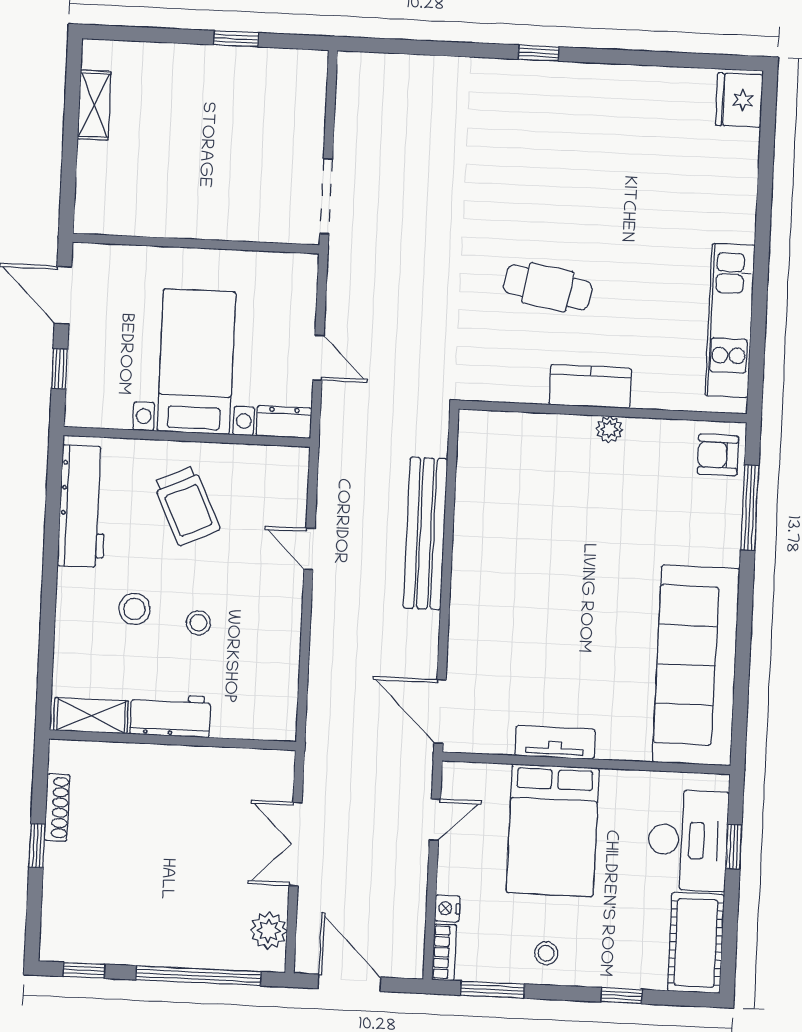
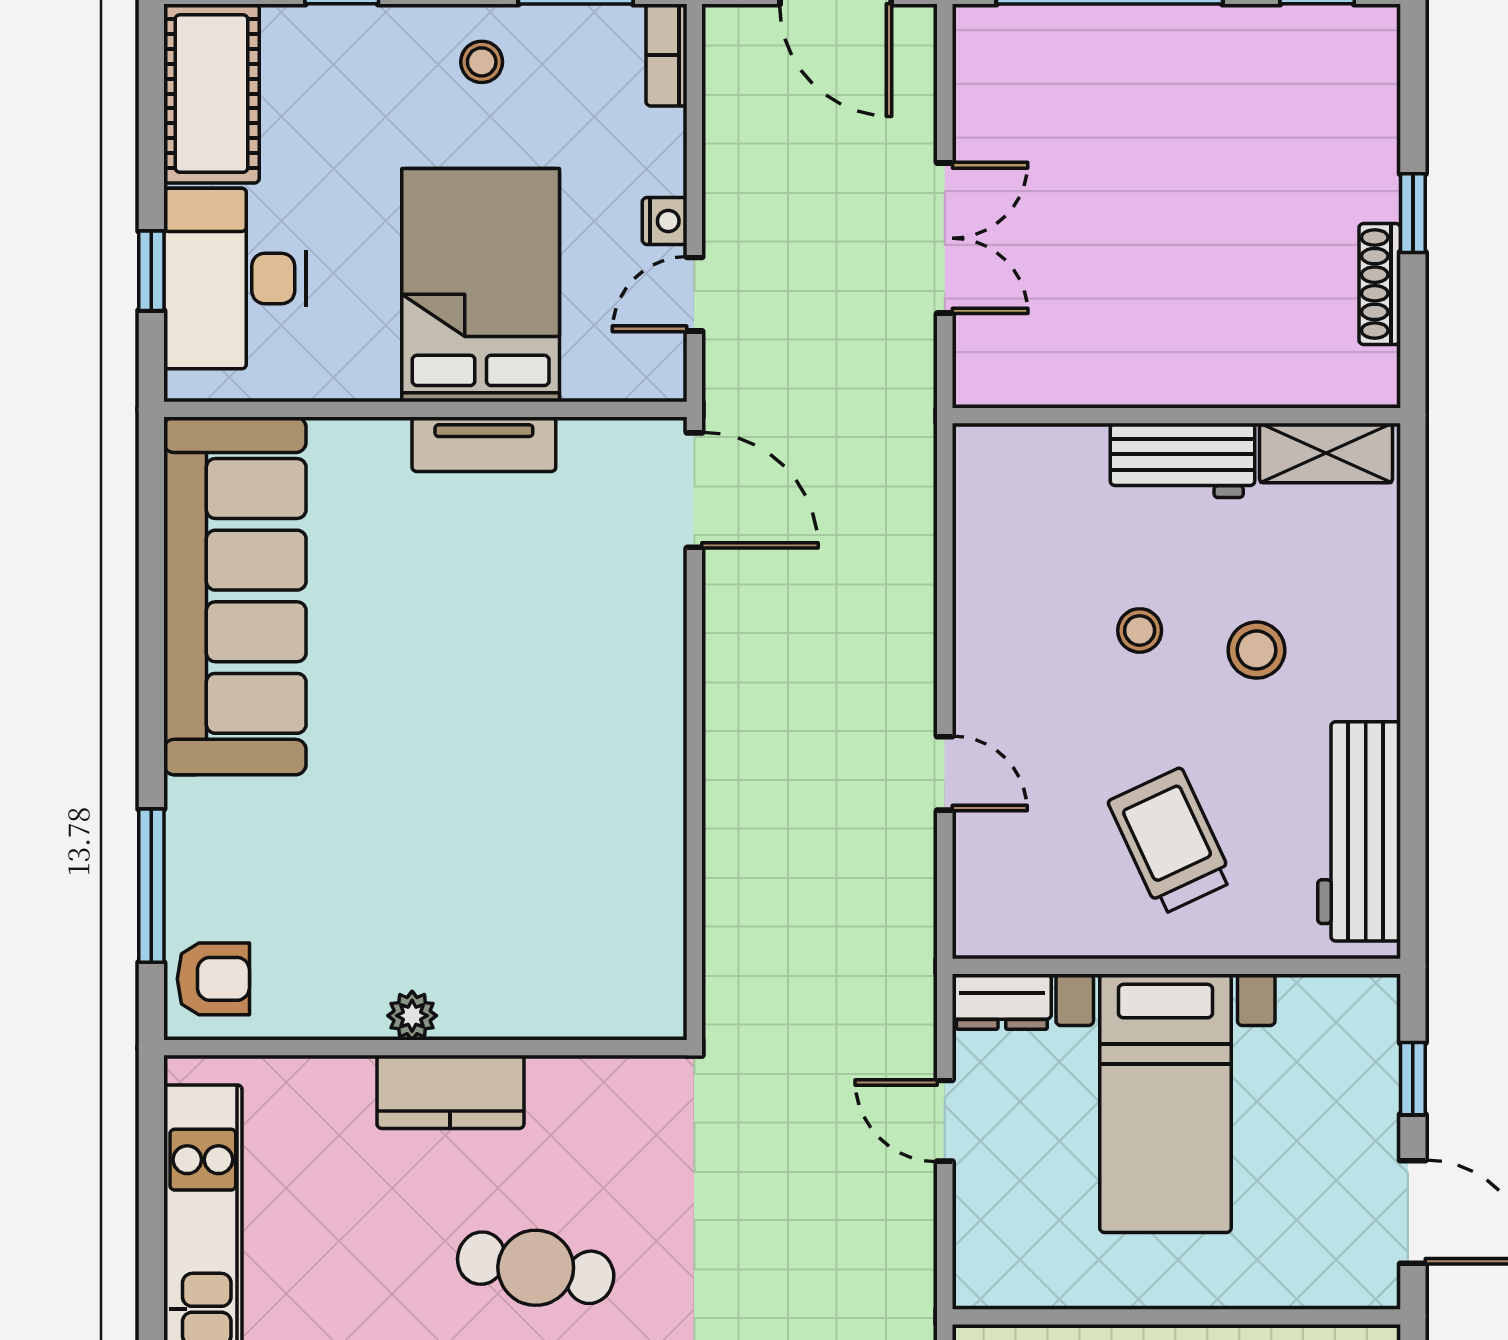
bench: (425, 533) -> (736, 812), removed
nightstand: (447, 908) -> (665, 221), moved
plant: (269, 931) -> (986, 79), removed

